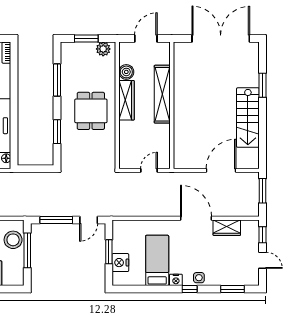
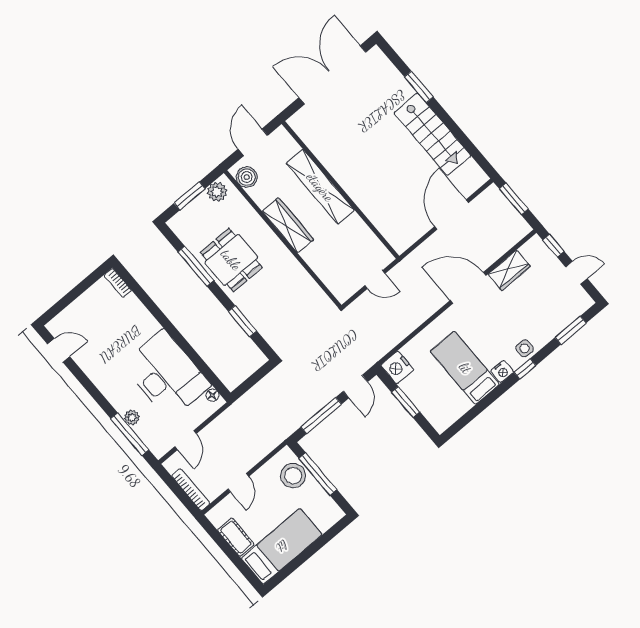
boiler: (126, 72) -> (247, 177), moved
dining table: (91, 111) -> (231, 260), moved
door: (149, 170) -> (375, 280), swing flipped
nightstand: (120, 263) -> (397, 367), moved

